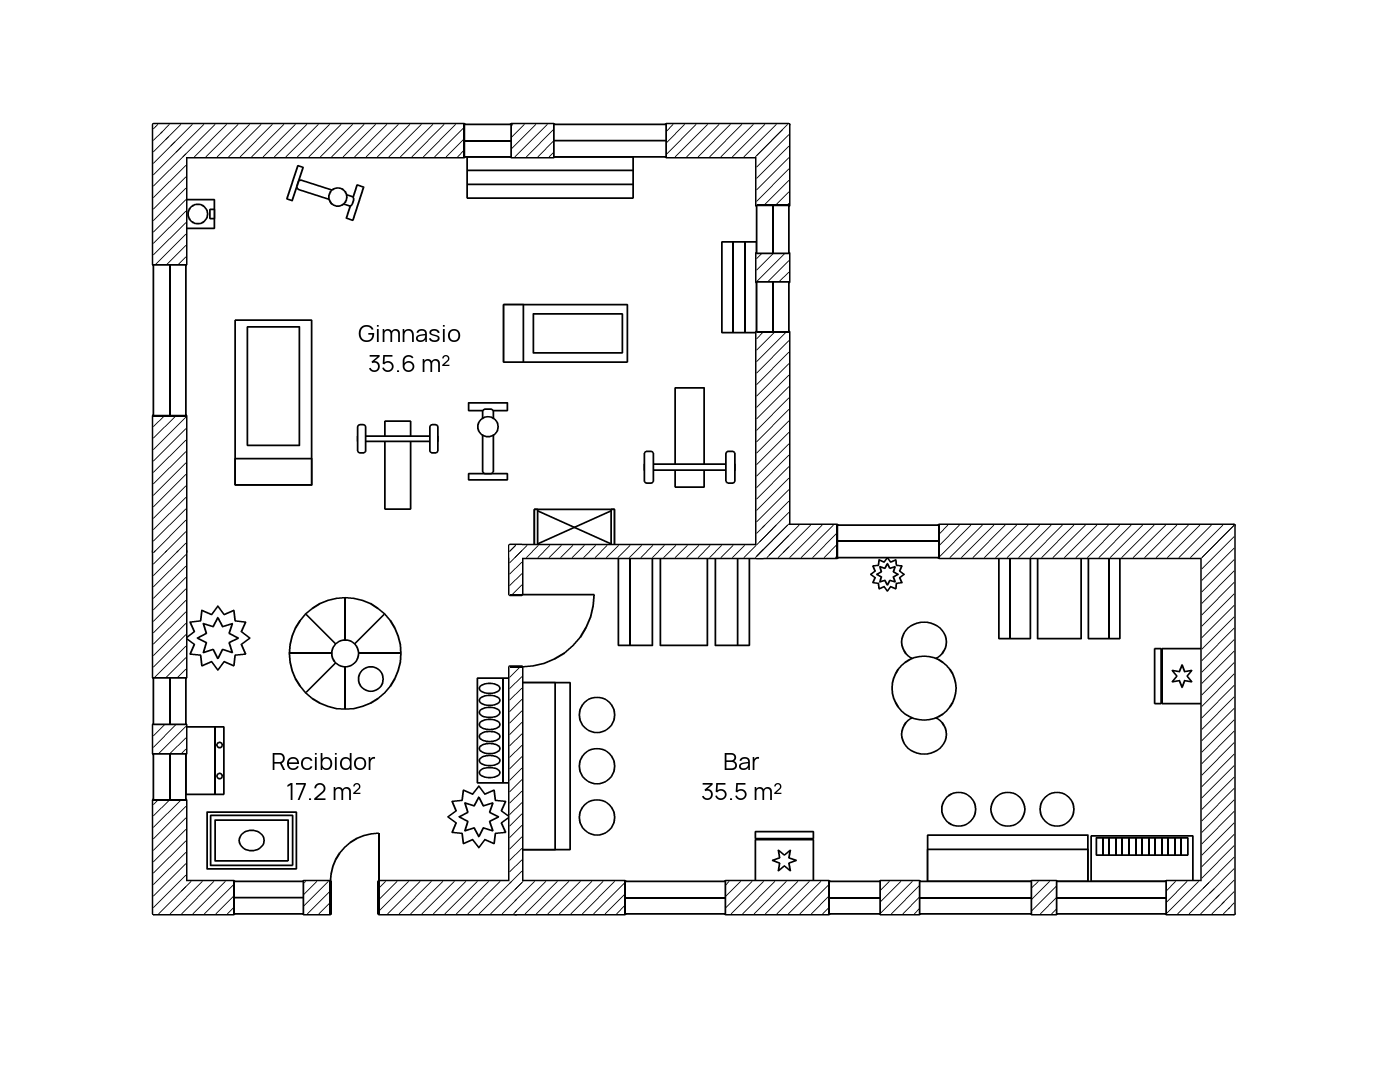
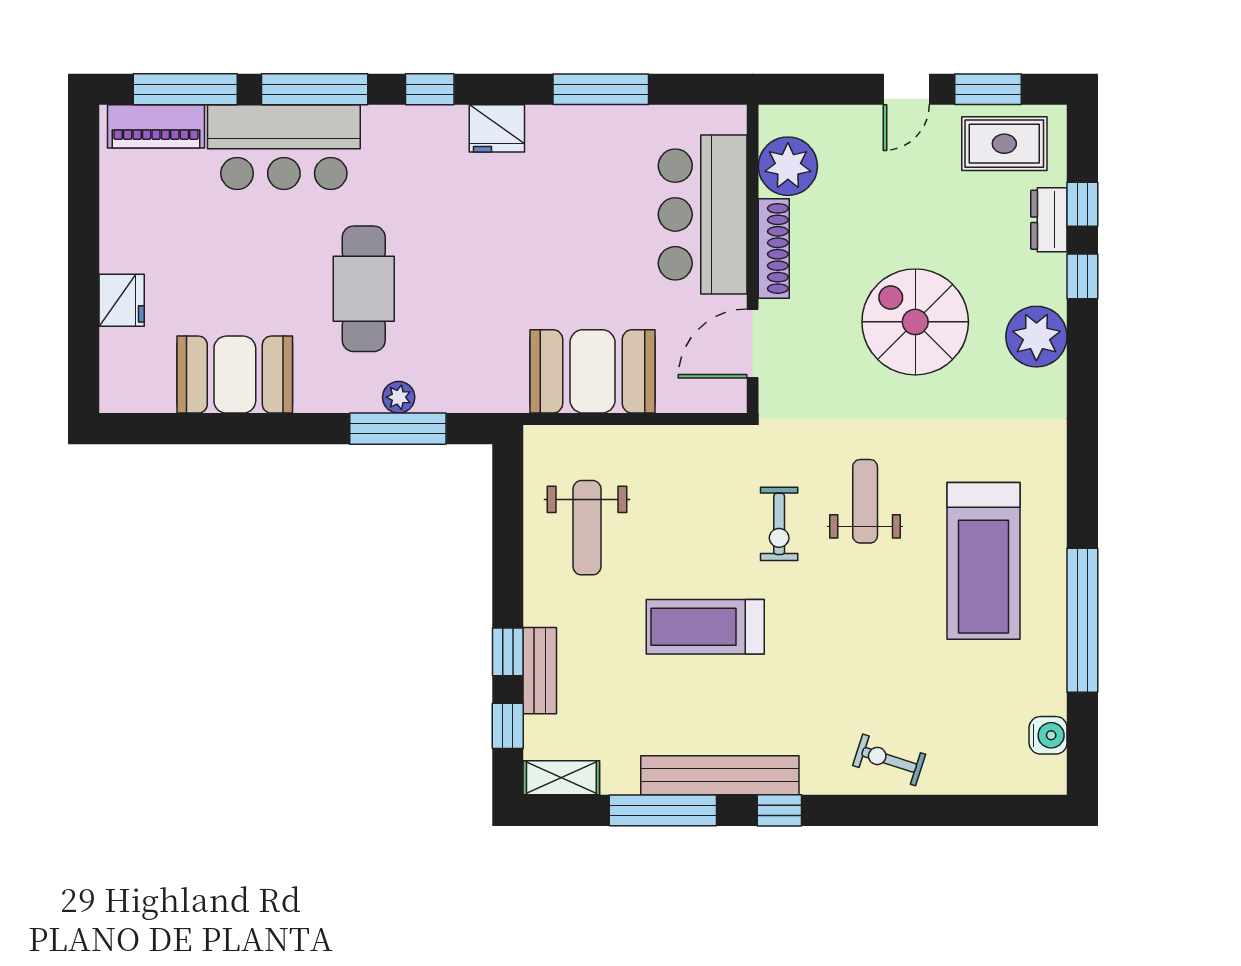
exercise bike: (325, 193) -> (889, 760), moved
water cooler: (200, 214) -> (1048, 735), width x1.38, depth x1.38
shelving: (574, 527) -> (561, 778), moved

